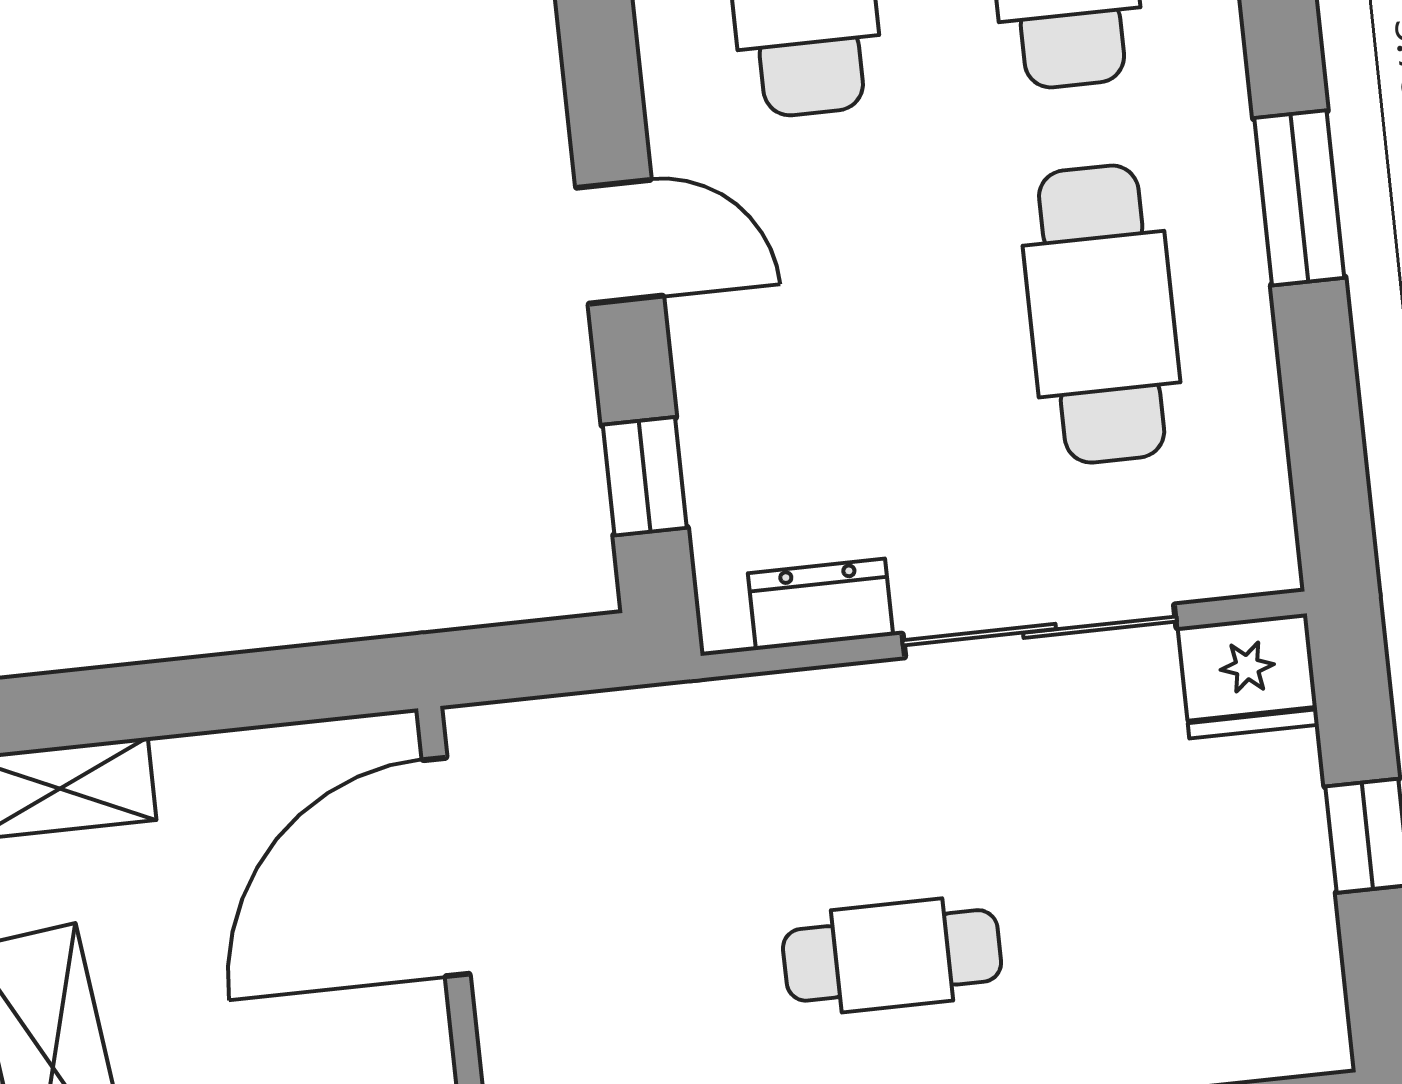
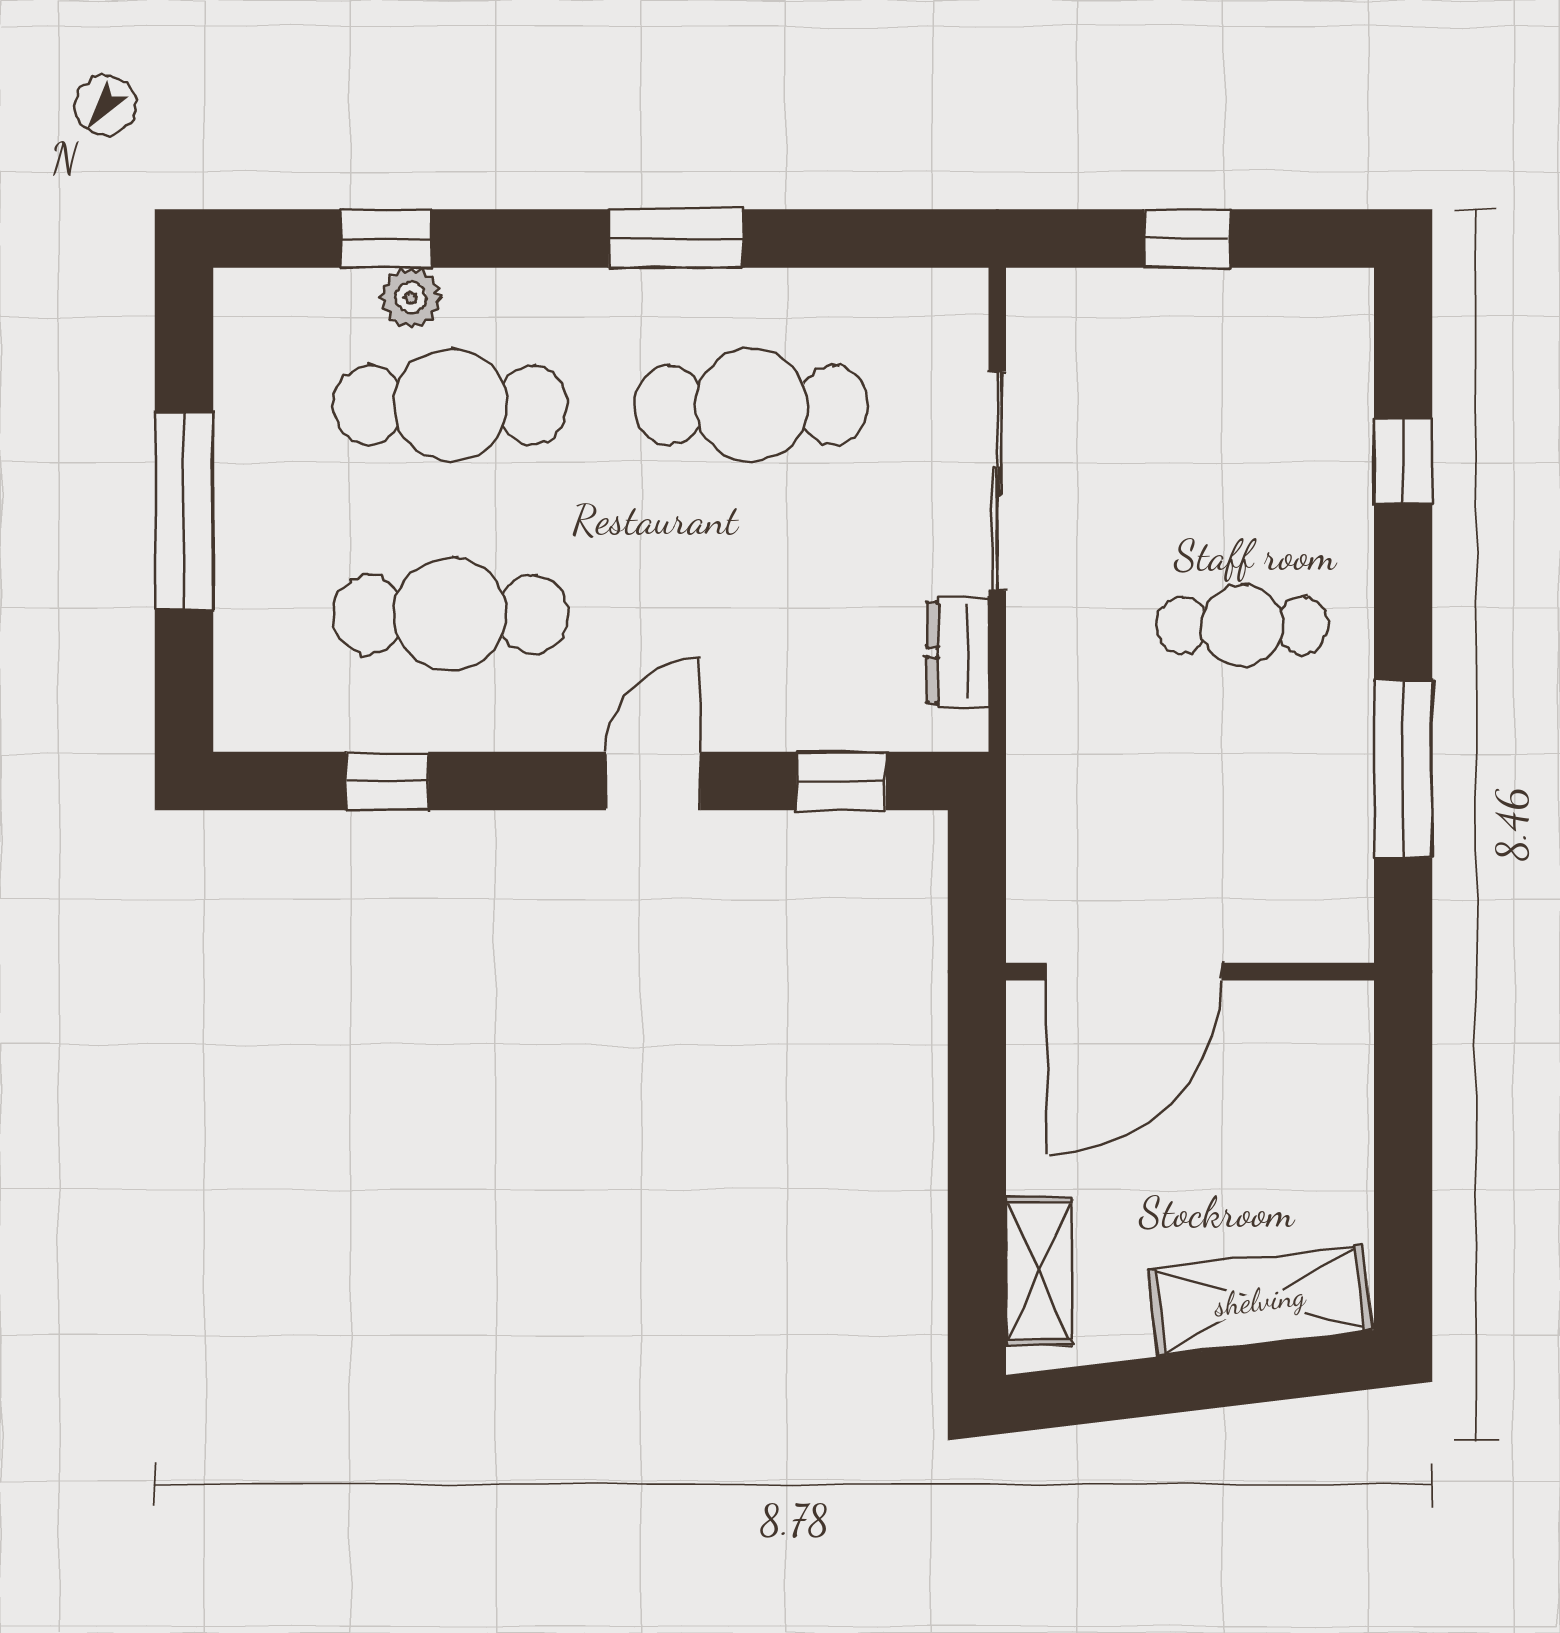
fridge: (1248, 676) -> (1051, 319), removed
door: (446, 867) -> (1134, 972), hinge flipped
cafe table: (892, 955) -> (1242, 625), turned 90

